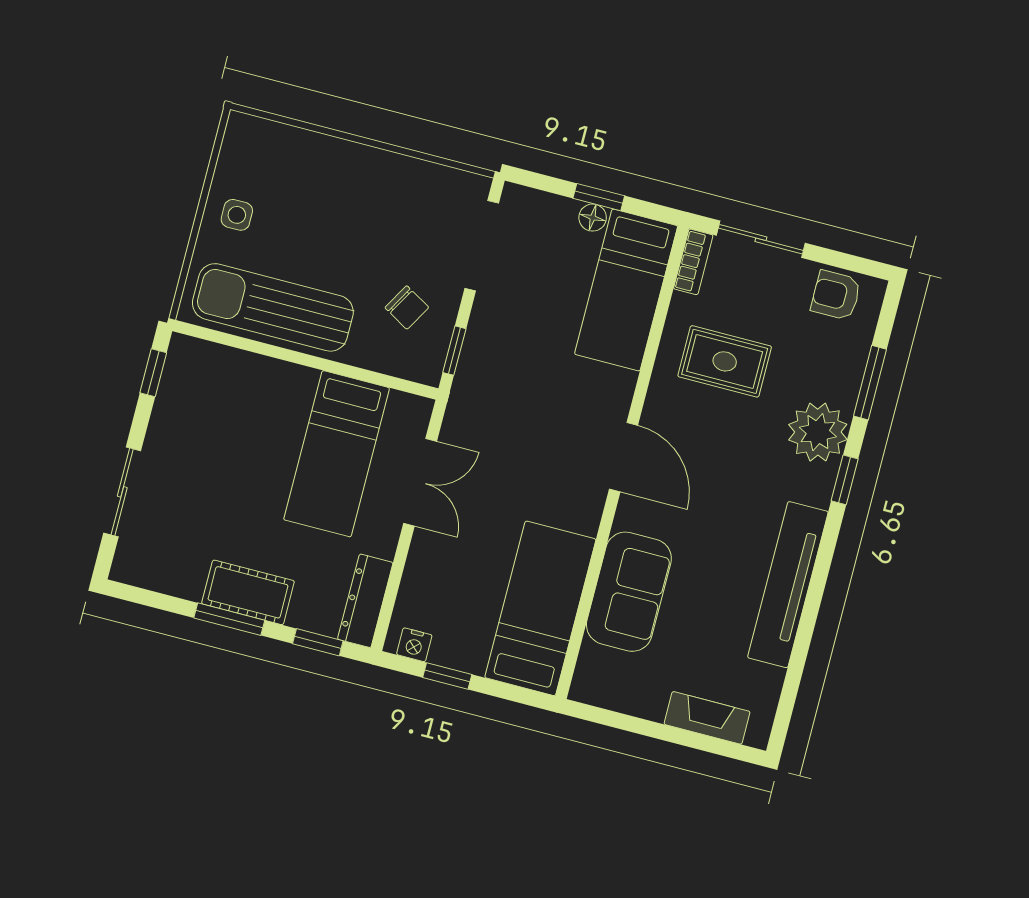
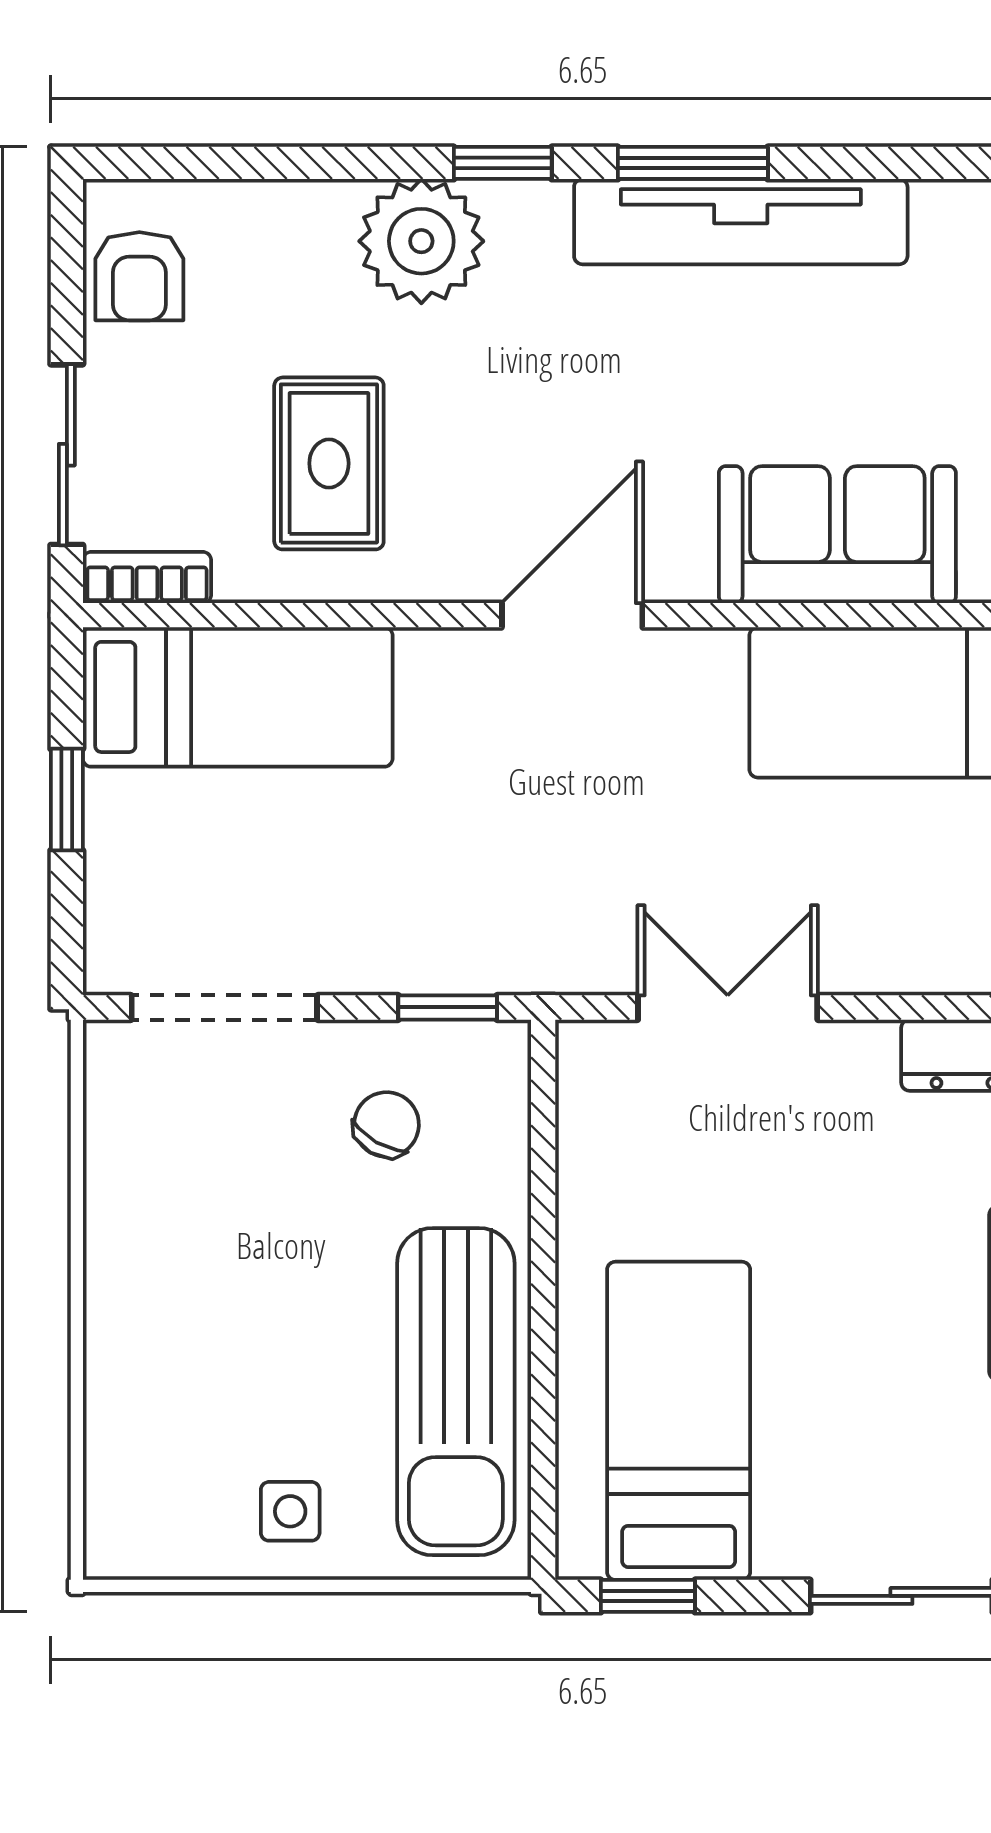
floor lamp: (593, 218) -> (111, 801), removed
window: (870, 383) -> (693, 163), moved
bed: (337, 454) -> (679, 1421), moved, turned -90

